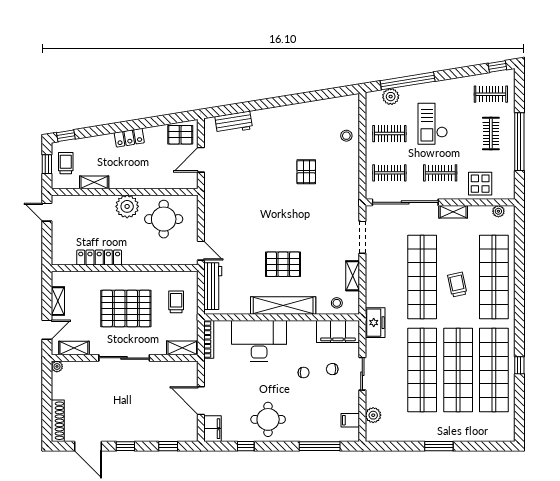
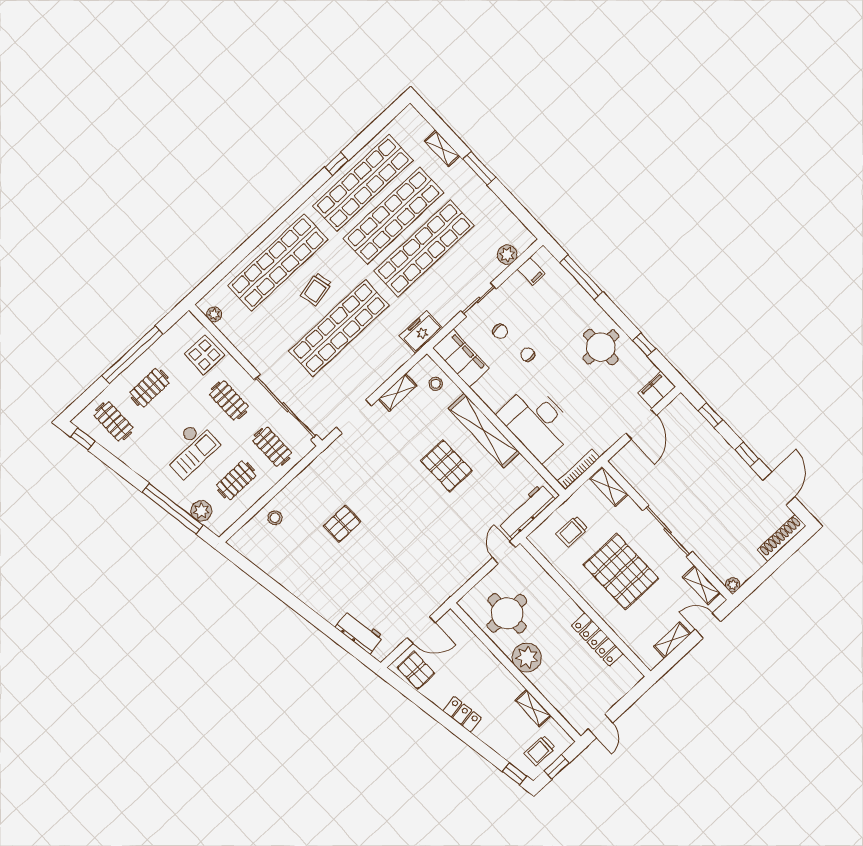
clothes rail: (389, 134) -> (236, 480), turned 90
shelving: (453, 212) -> (442, 148), moved

